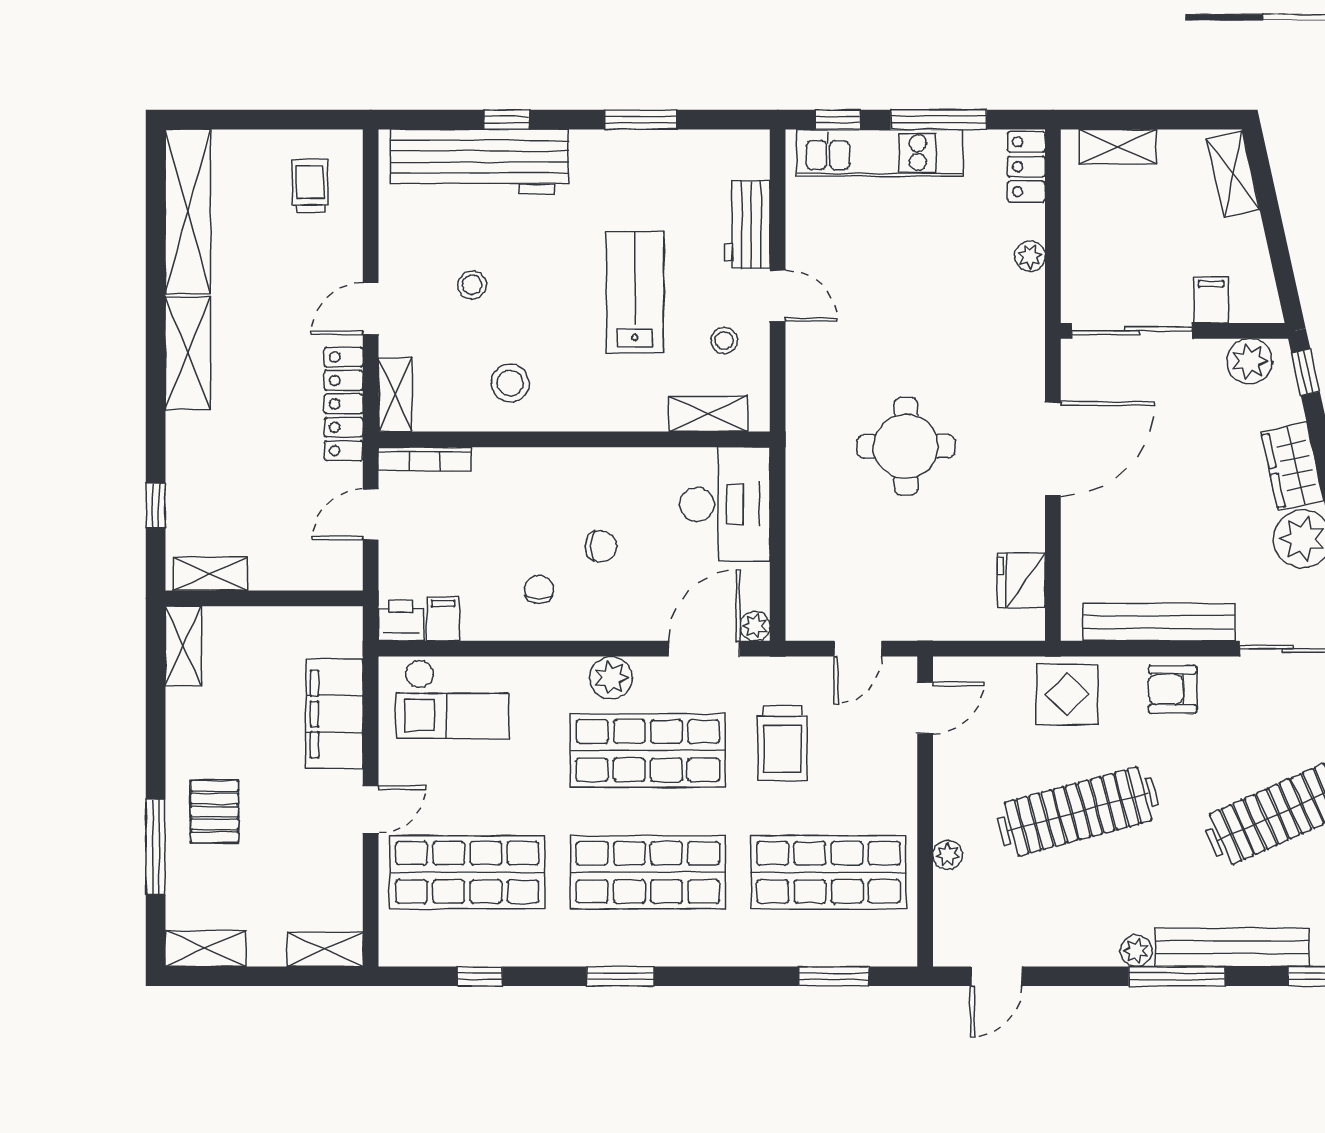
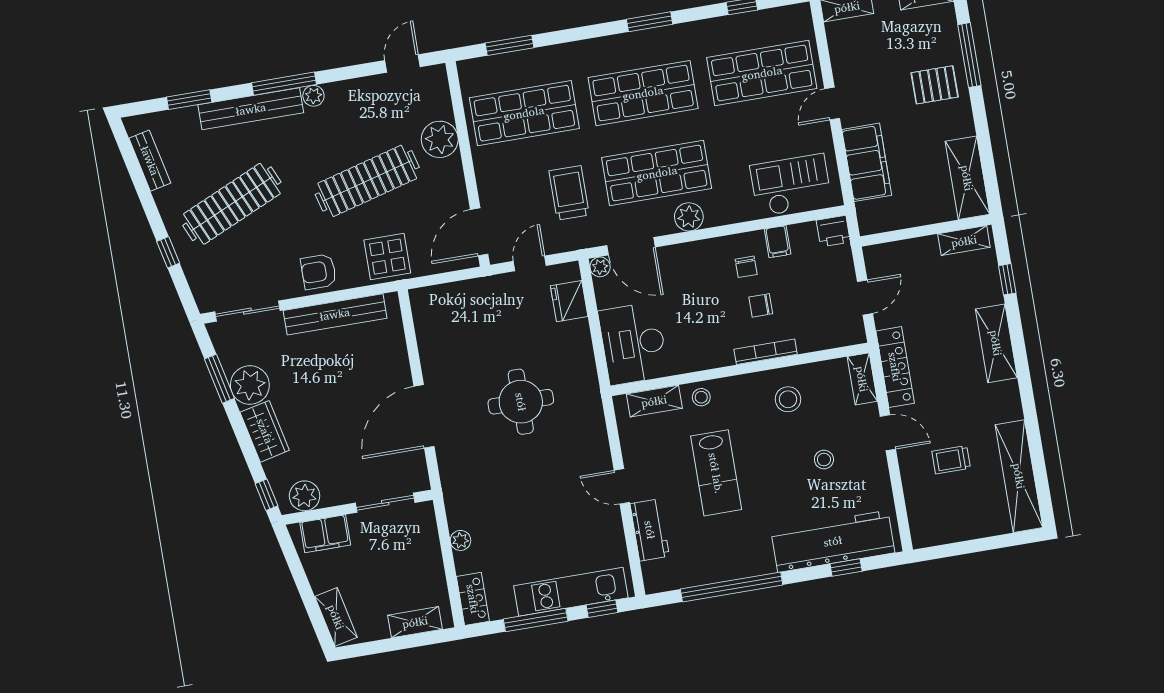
window: (507, 120) -> (846, 568), moved
window: (641, 120) -> (732, 587), width x2.11
trolley: (310, 186) -> (951, 460), moved, turned 91
filing cabinet: (1211, 300) -> (325, 534), width x2.00
door: (371, 309) -> (888, 433), hinge flipped
sliding door: (1132, 331) -> (385, 503), width x0.73
stool: (724, 341) -> (701, 397), moved
shelving: (188, 353) -> (996, 343), moved
bookcase: (425, 459) -> (766, 352), moved
chair: (601, 546) -> (761, 305), moved
fridge: (1021, 580) -> (569, 301), moved, turned 180
filing cabinet: (443, 619) -> (778, 242), moved
shelving: (183, 646) -> (967, 178), width x1.50, depth x1.33
door: (704, 649) -> (631, 246), hinge flipped
armchair: (1173, 689) -> (319, 272), turned 180
door: (925, 708) -> (479, 232), width x1.38
pallet: (215, 812) -> (935, 85), turned 90
plant: (947, 855) -> (440, 139), width x1.88, depth x1.88

